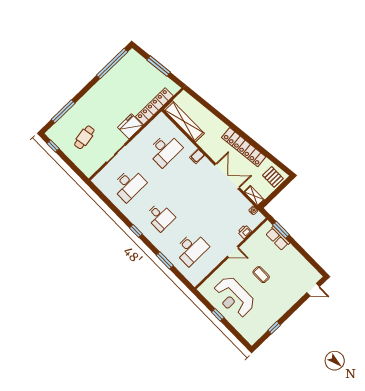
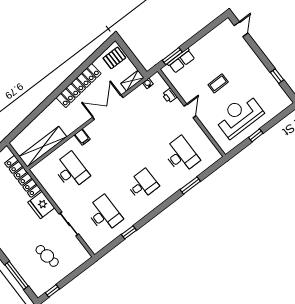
window: (136, 231) -> (129, 232), moved
reception desk: (234, 297) -> (239, 116), turned 180

